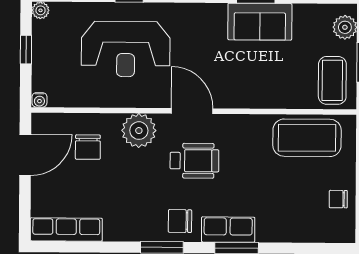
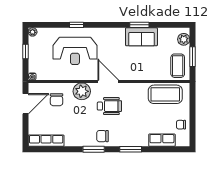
row of seats: (228, 230) -> (162, 140), moved

